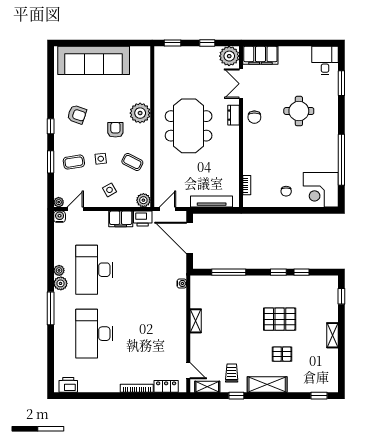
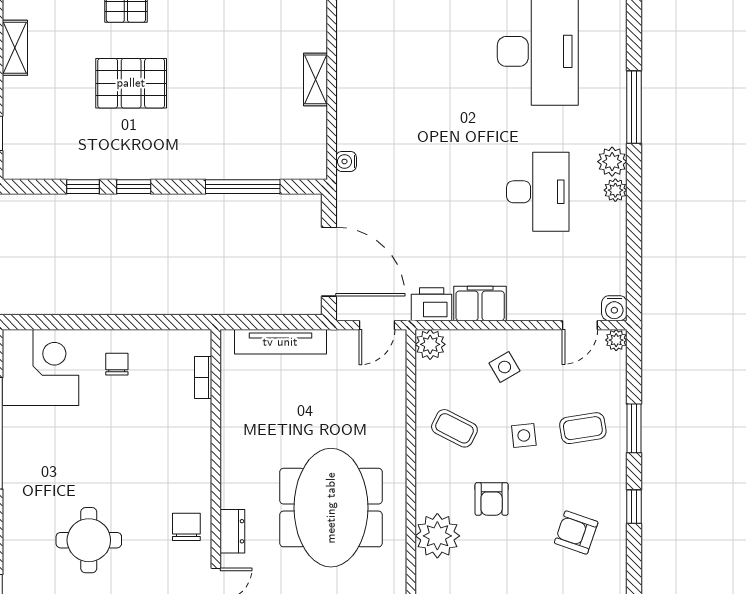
desk: (94, 270) -> (538, 192), width x0.73, depth x0.77

